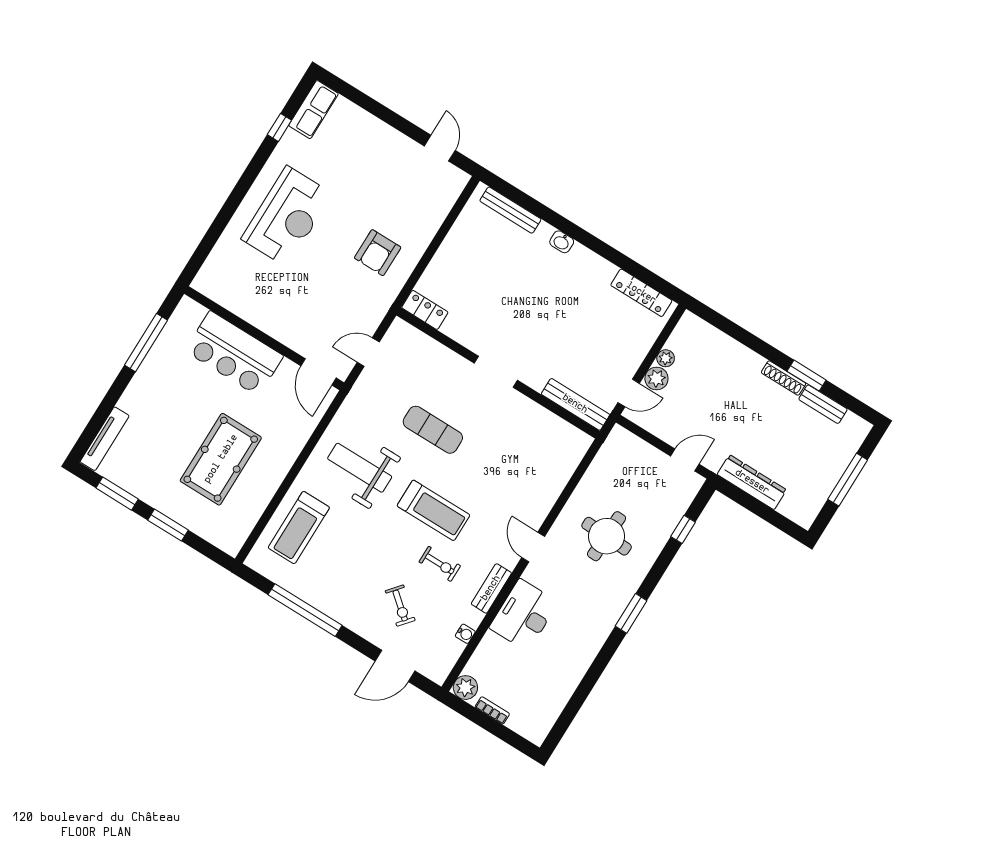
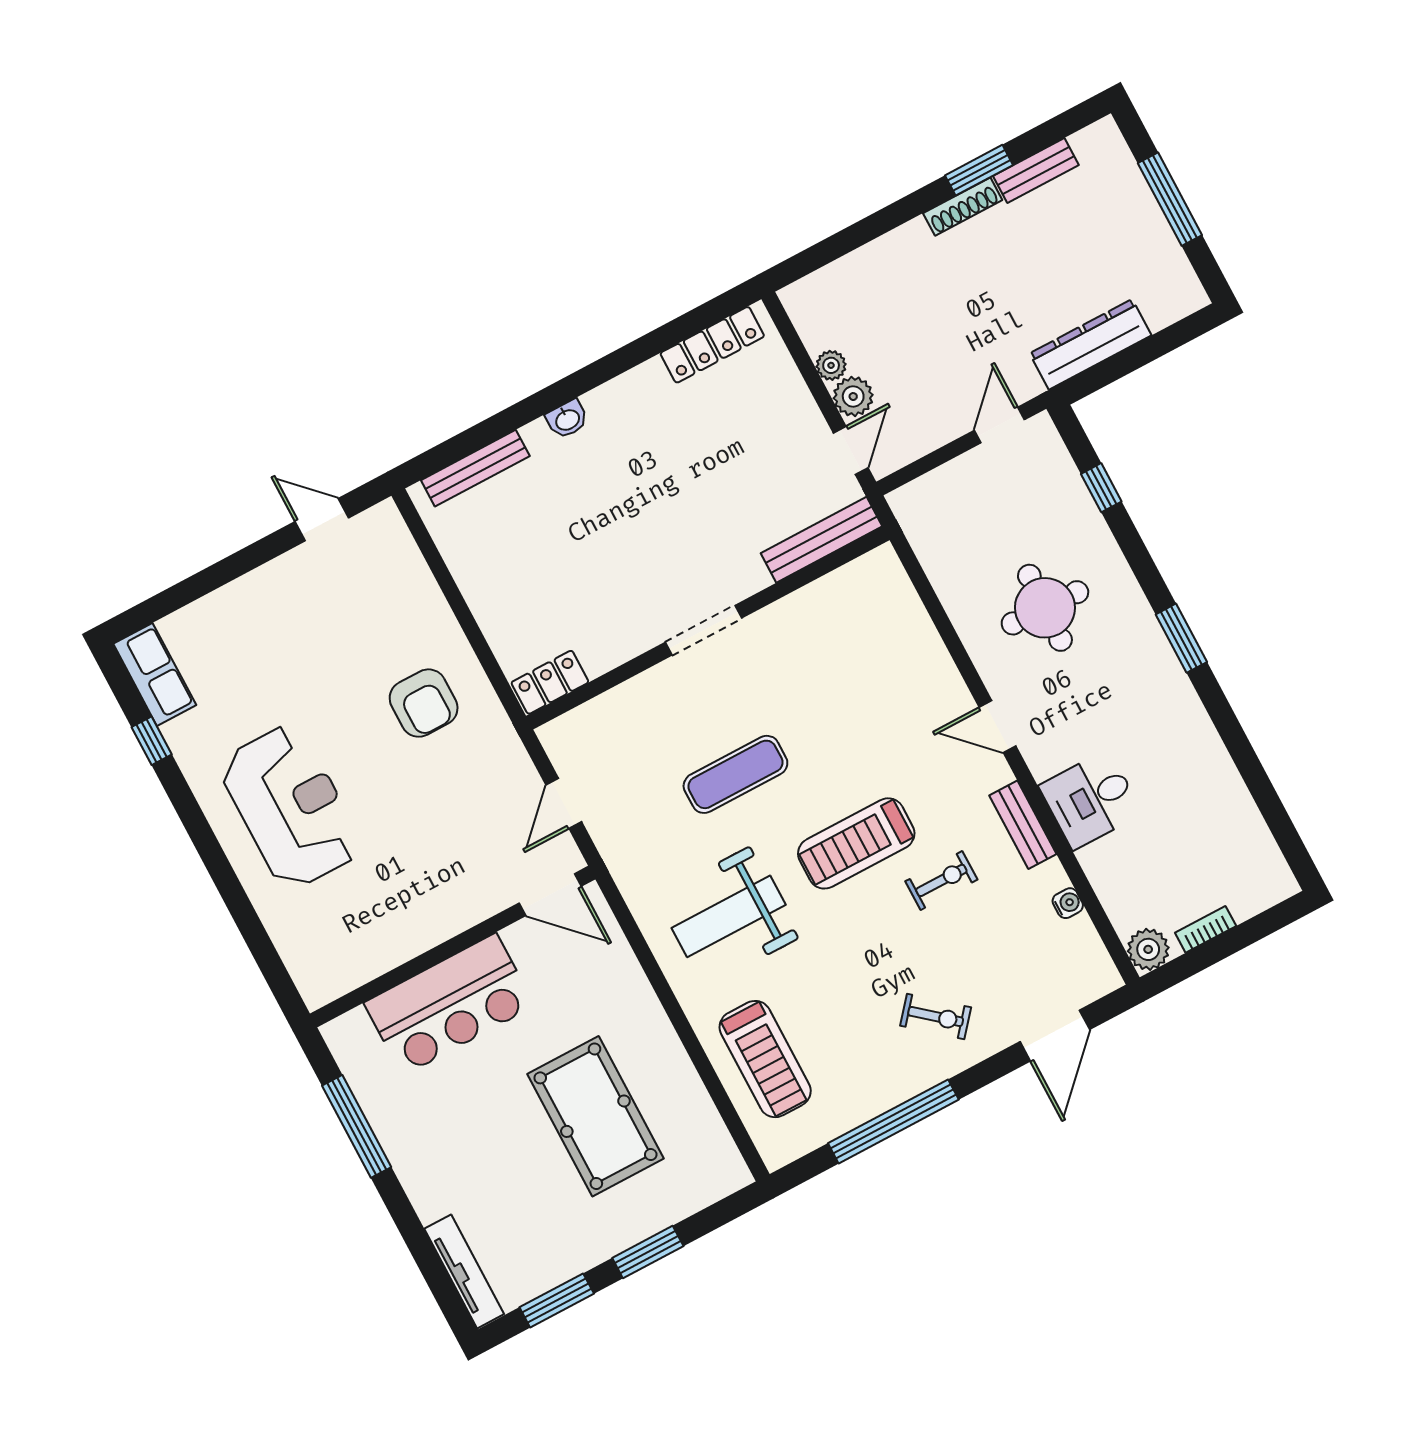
treadmill: (433, 510) -> (856, 843), turned 180
exercise bike: (400, 606) -> (936, 1017), moved
desk: (524, 615) -> (1091, 800), width x0.73

